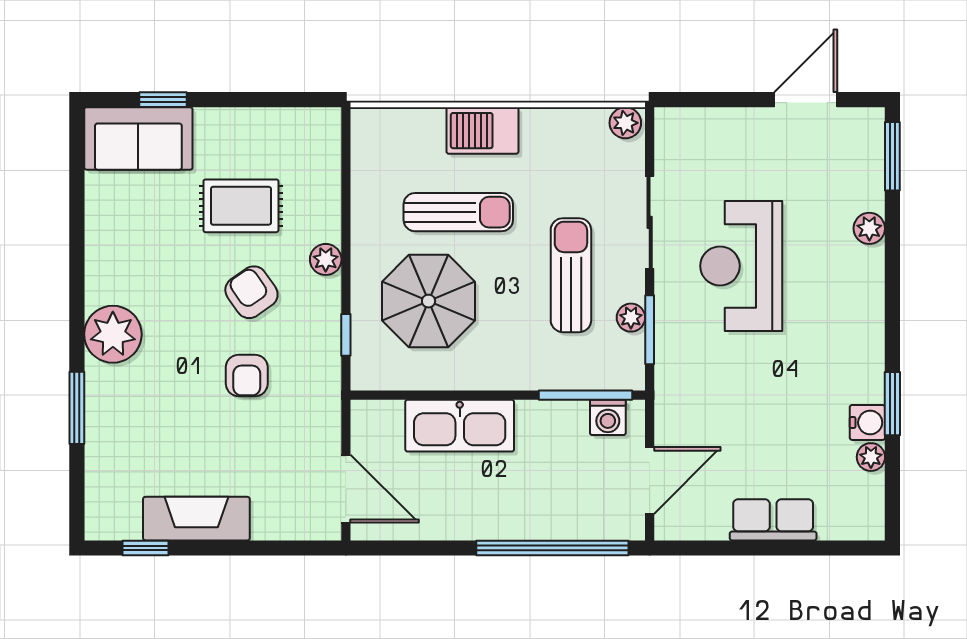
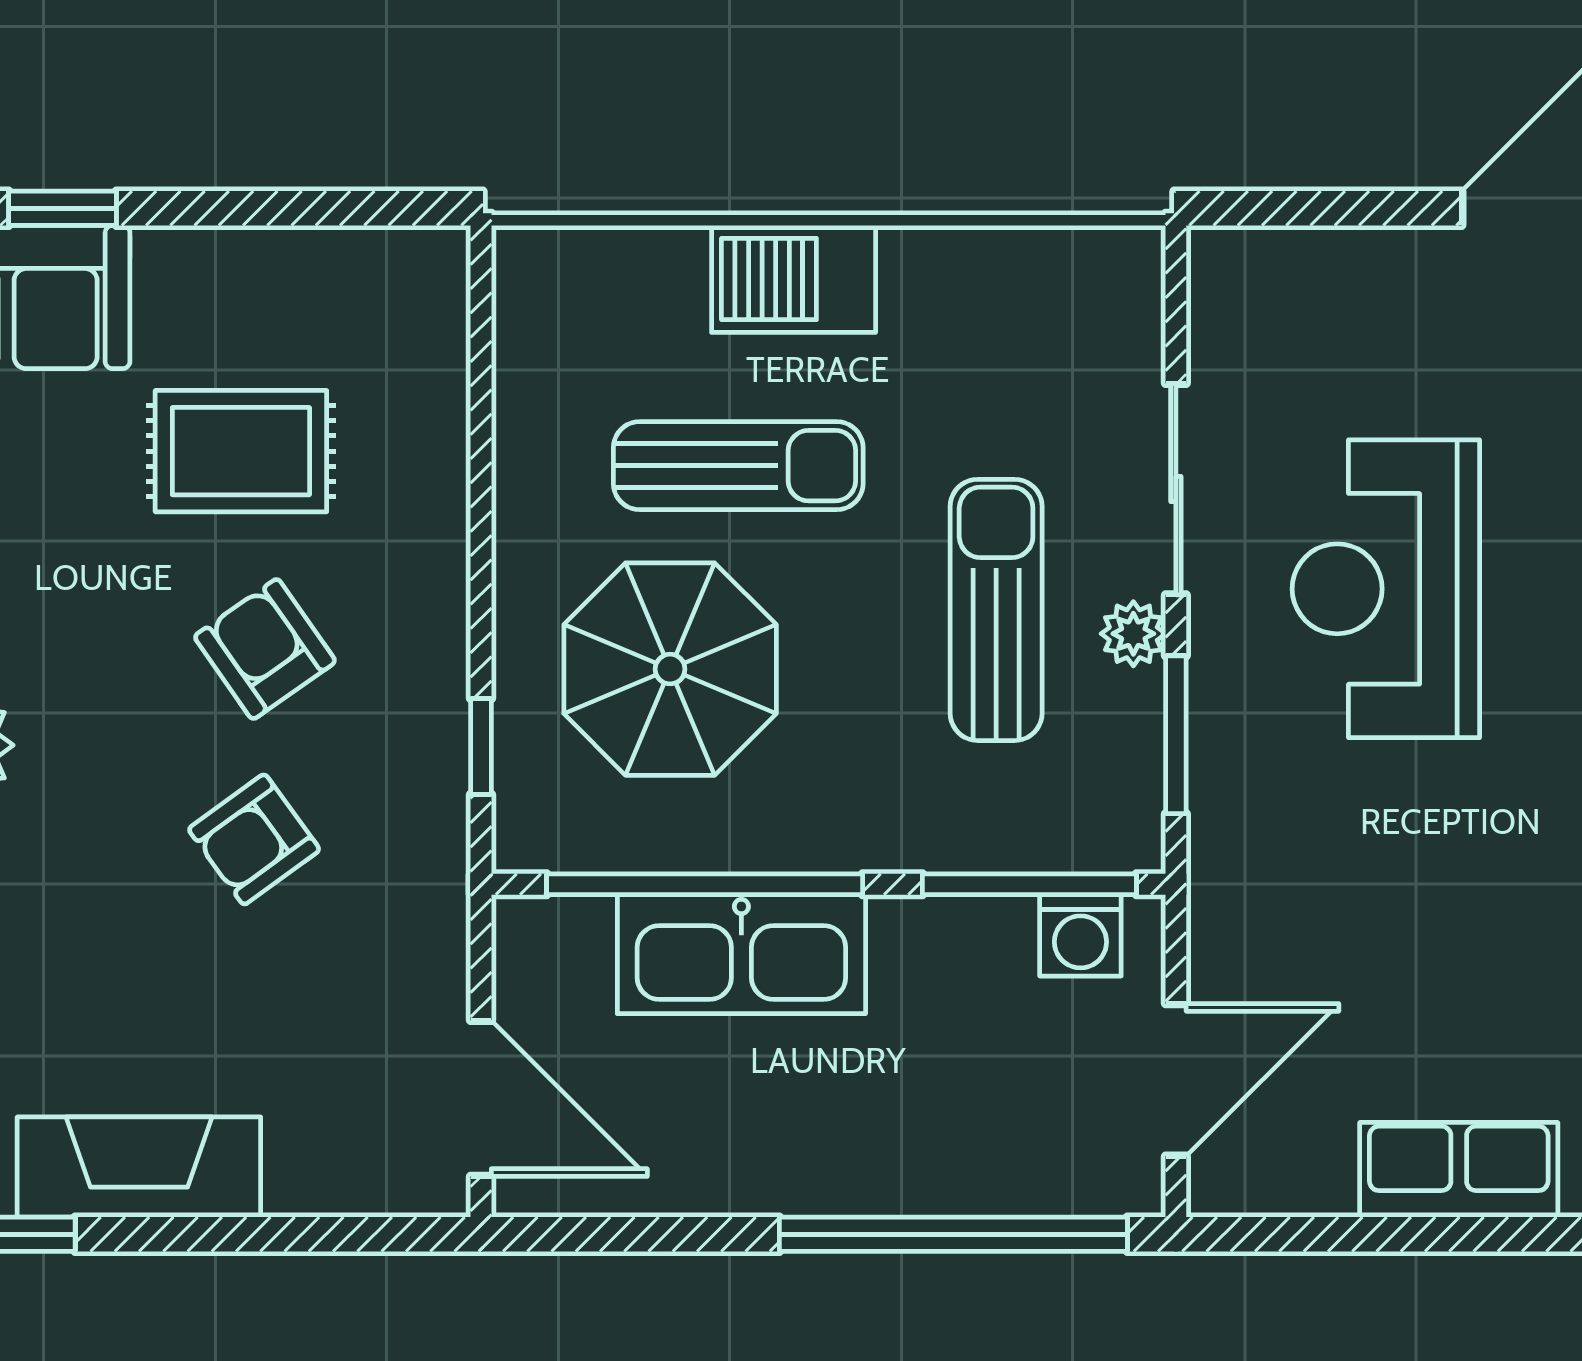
plant: (625, 123) -> (1121, 261), removed
plant: (326, 259) -> (435, 574), removed
plant: (631, 318) -> (1133, 634), moved
armchair: (247, 375) -> (254, 839), turned 54
window: (444, 395) -> (705, 884), added

